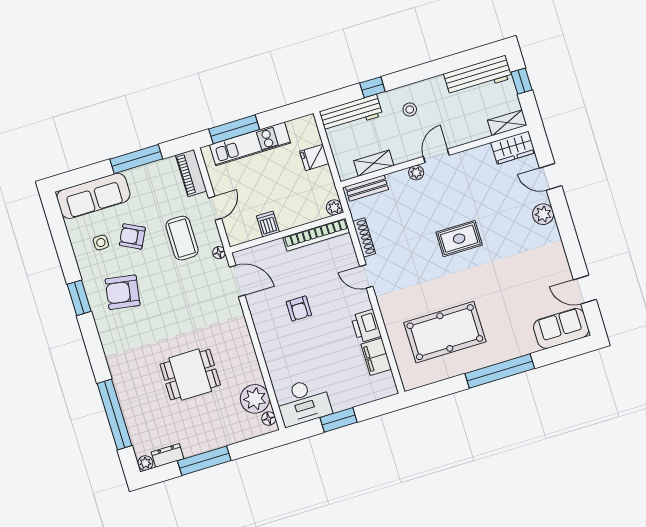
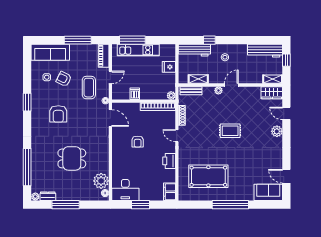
armchair: (123, 292) -> (58, 114), moved, turned -99
filing cabinet: (376, 357) -> (170, 192), moved

